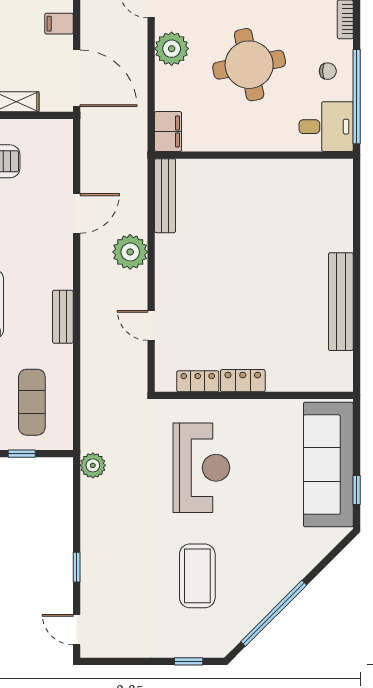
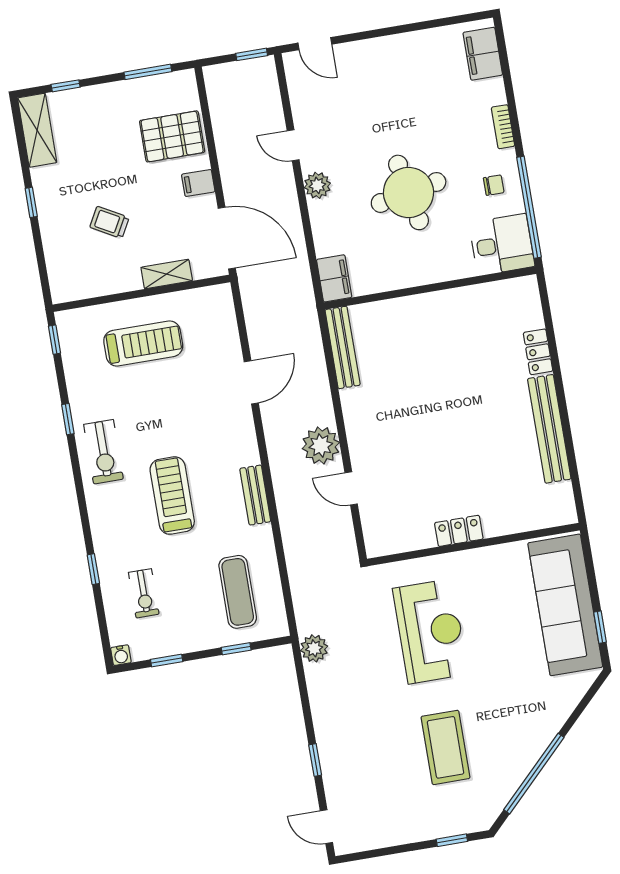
plant: (172, 49) -> (317, 185), width x0.73, depth x0.73
plant: (130, 252) -> (321, 446), moved
locker: (198, 381) -> (538, 352), moved, turned -90

